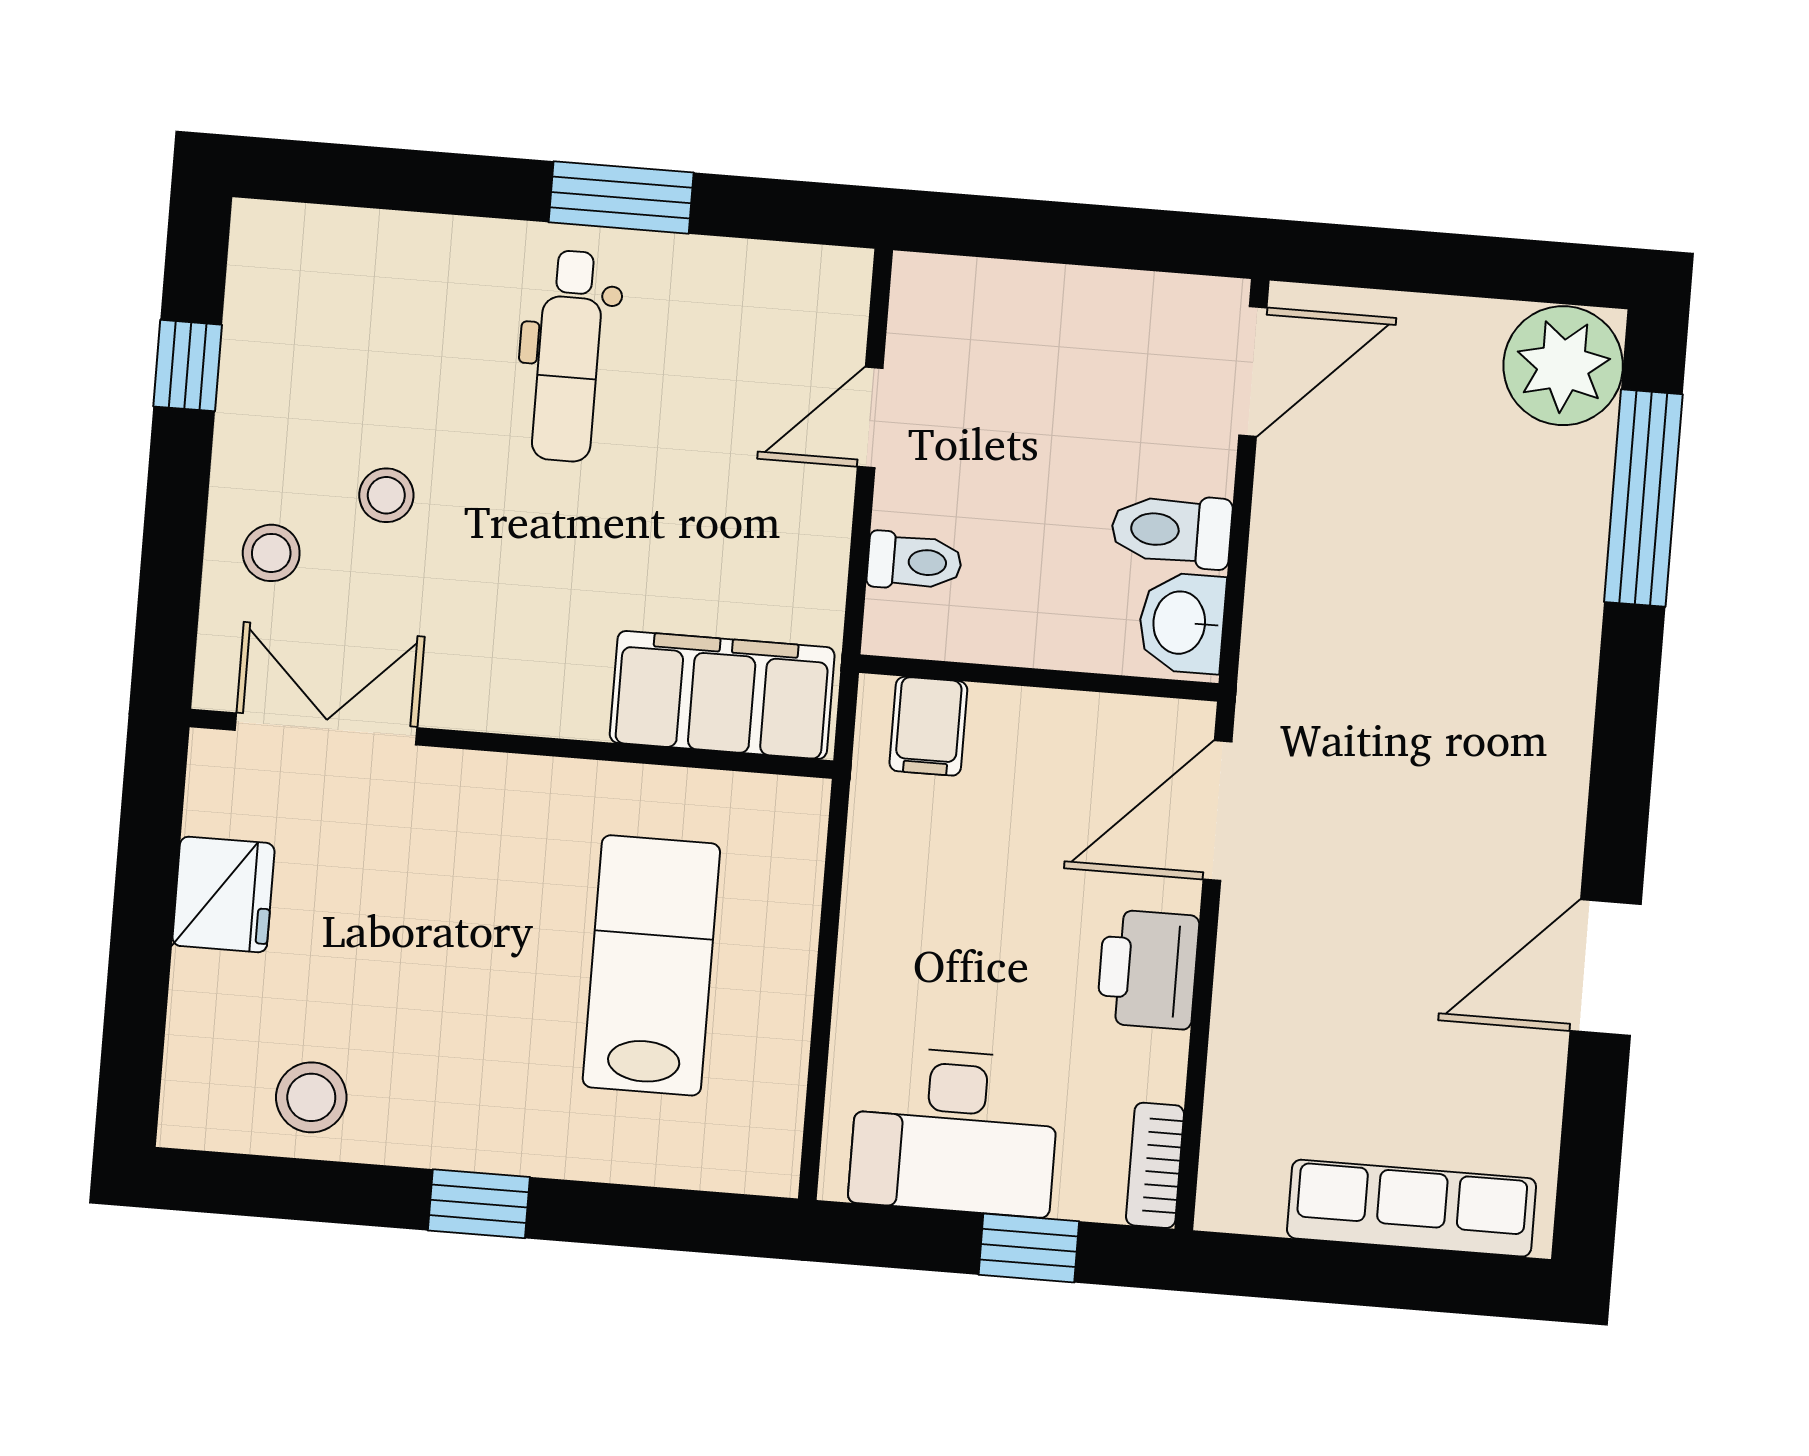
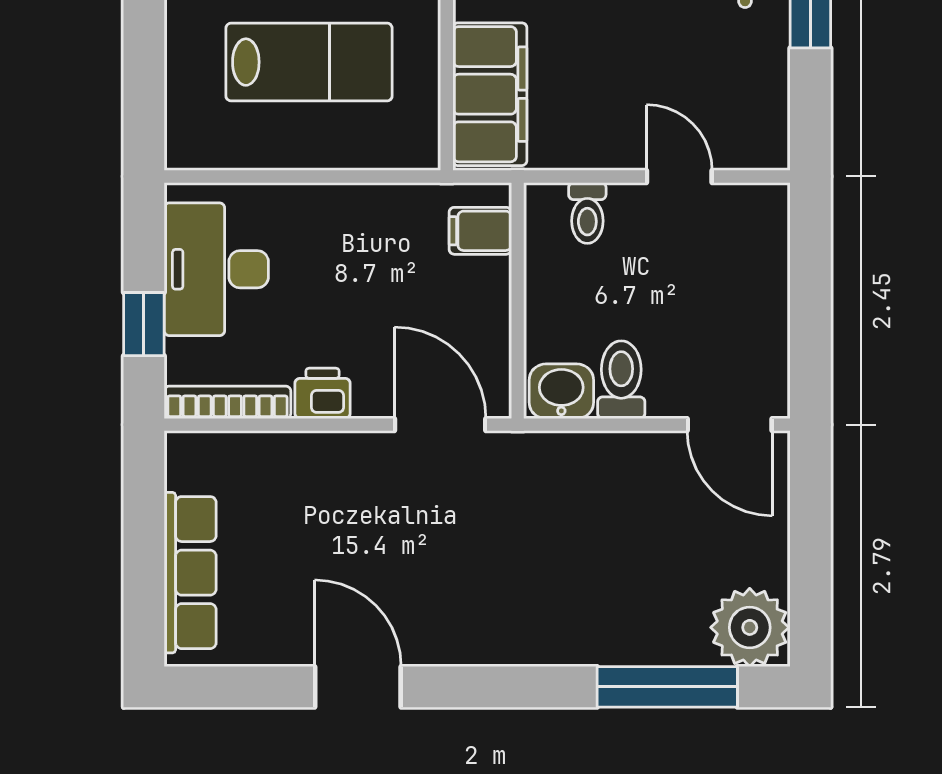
printer: (1148, 969) -> (323, 393), width x0.73, depth x0.81
bookcase: (1155, 1165) -> (227, 402), width x1.56

